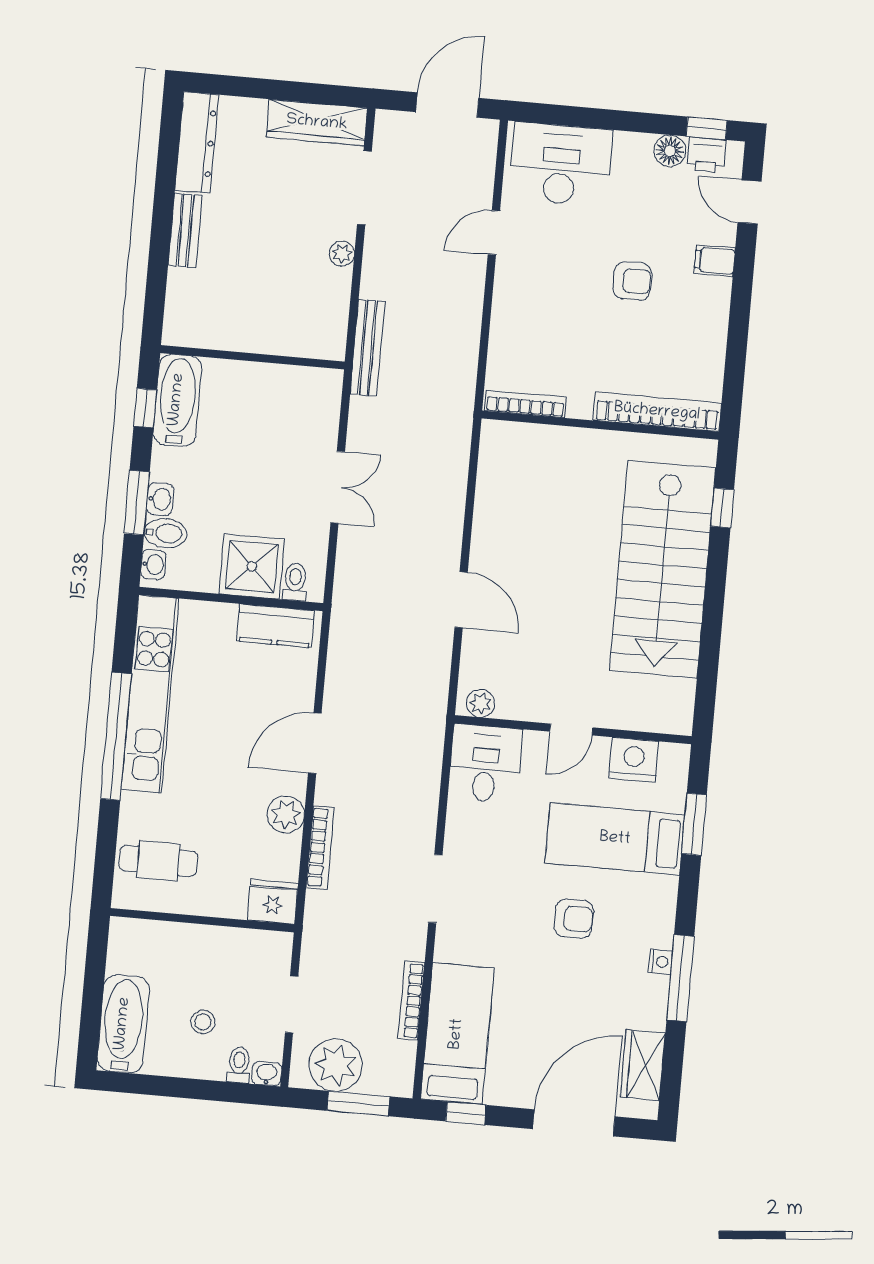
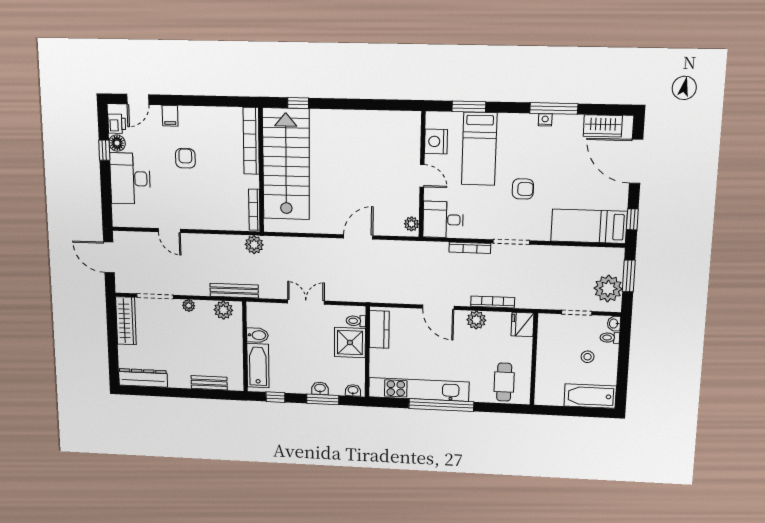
window: (707, 128) -> (104, 150), moved
desk: (561, 164) -> (130, 179), moved
bench: (185, 230) -> (209, 383), moved
plant: (329, 322) -> (223, 310), added
plant: (457, 397) -> (254, 245), added
bathtub: (177, 400) -> (258, 366), moved, turned 90
bidet: (165, 533) -> (257, 335), moved, turned 90
stairs: (663, 569) -> (286, 164), moved, turned -90
armchair: (574, 919) -> (523, 189), moved, turned 90
bookcase: (411, 1001) -> (470, 248), moved

